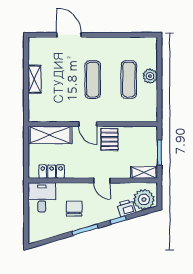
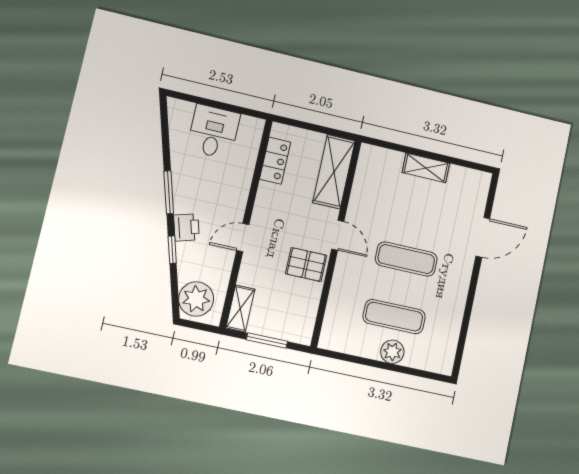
door: (88, 124) -> (338, 235), swing flipped
desk: (42, 197) -> (214, 132), moved, turned -90
chair: (74, 208) -> (207, 183), removed
printer: (126, 208) -> (186, 227), moved

